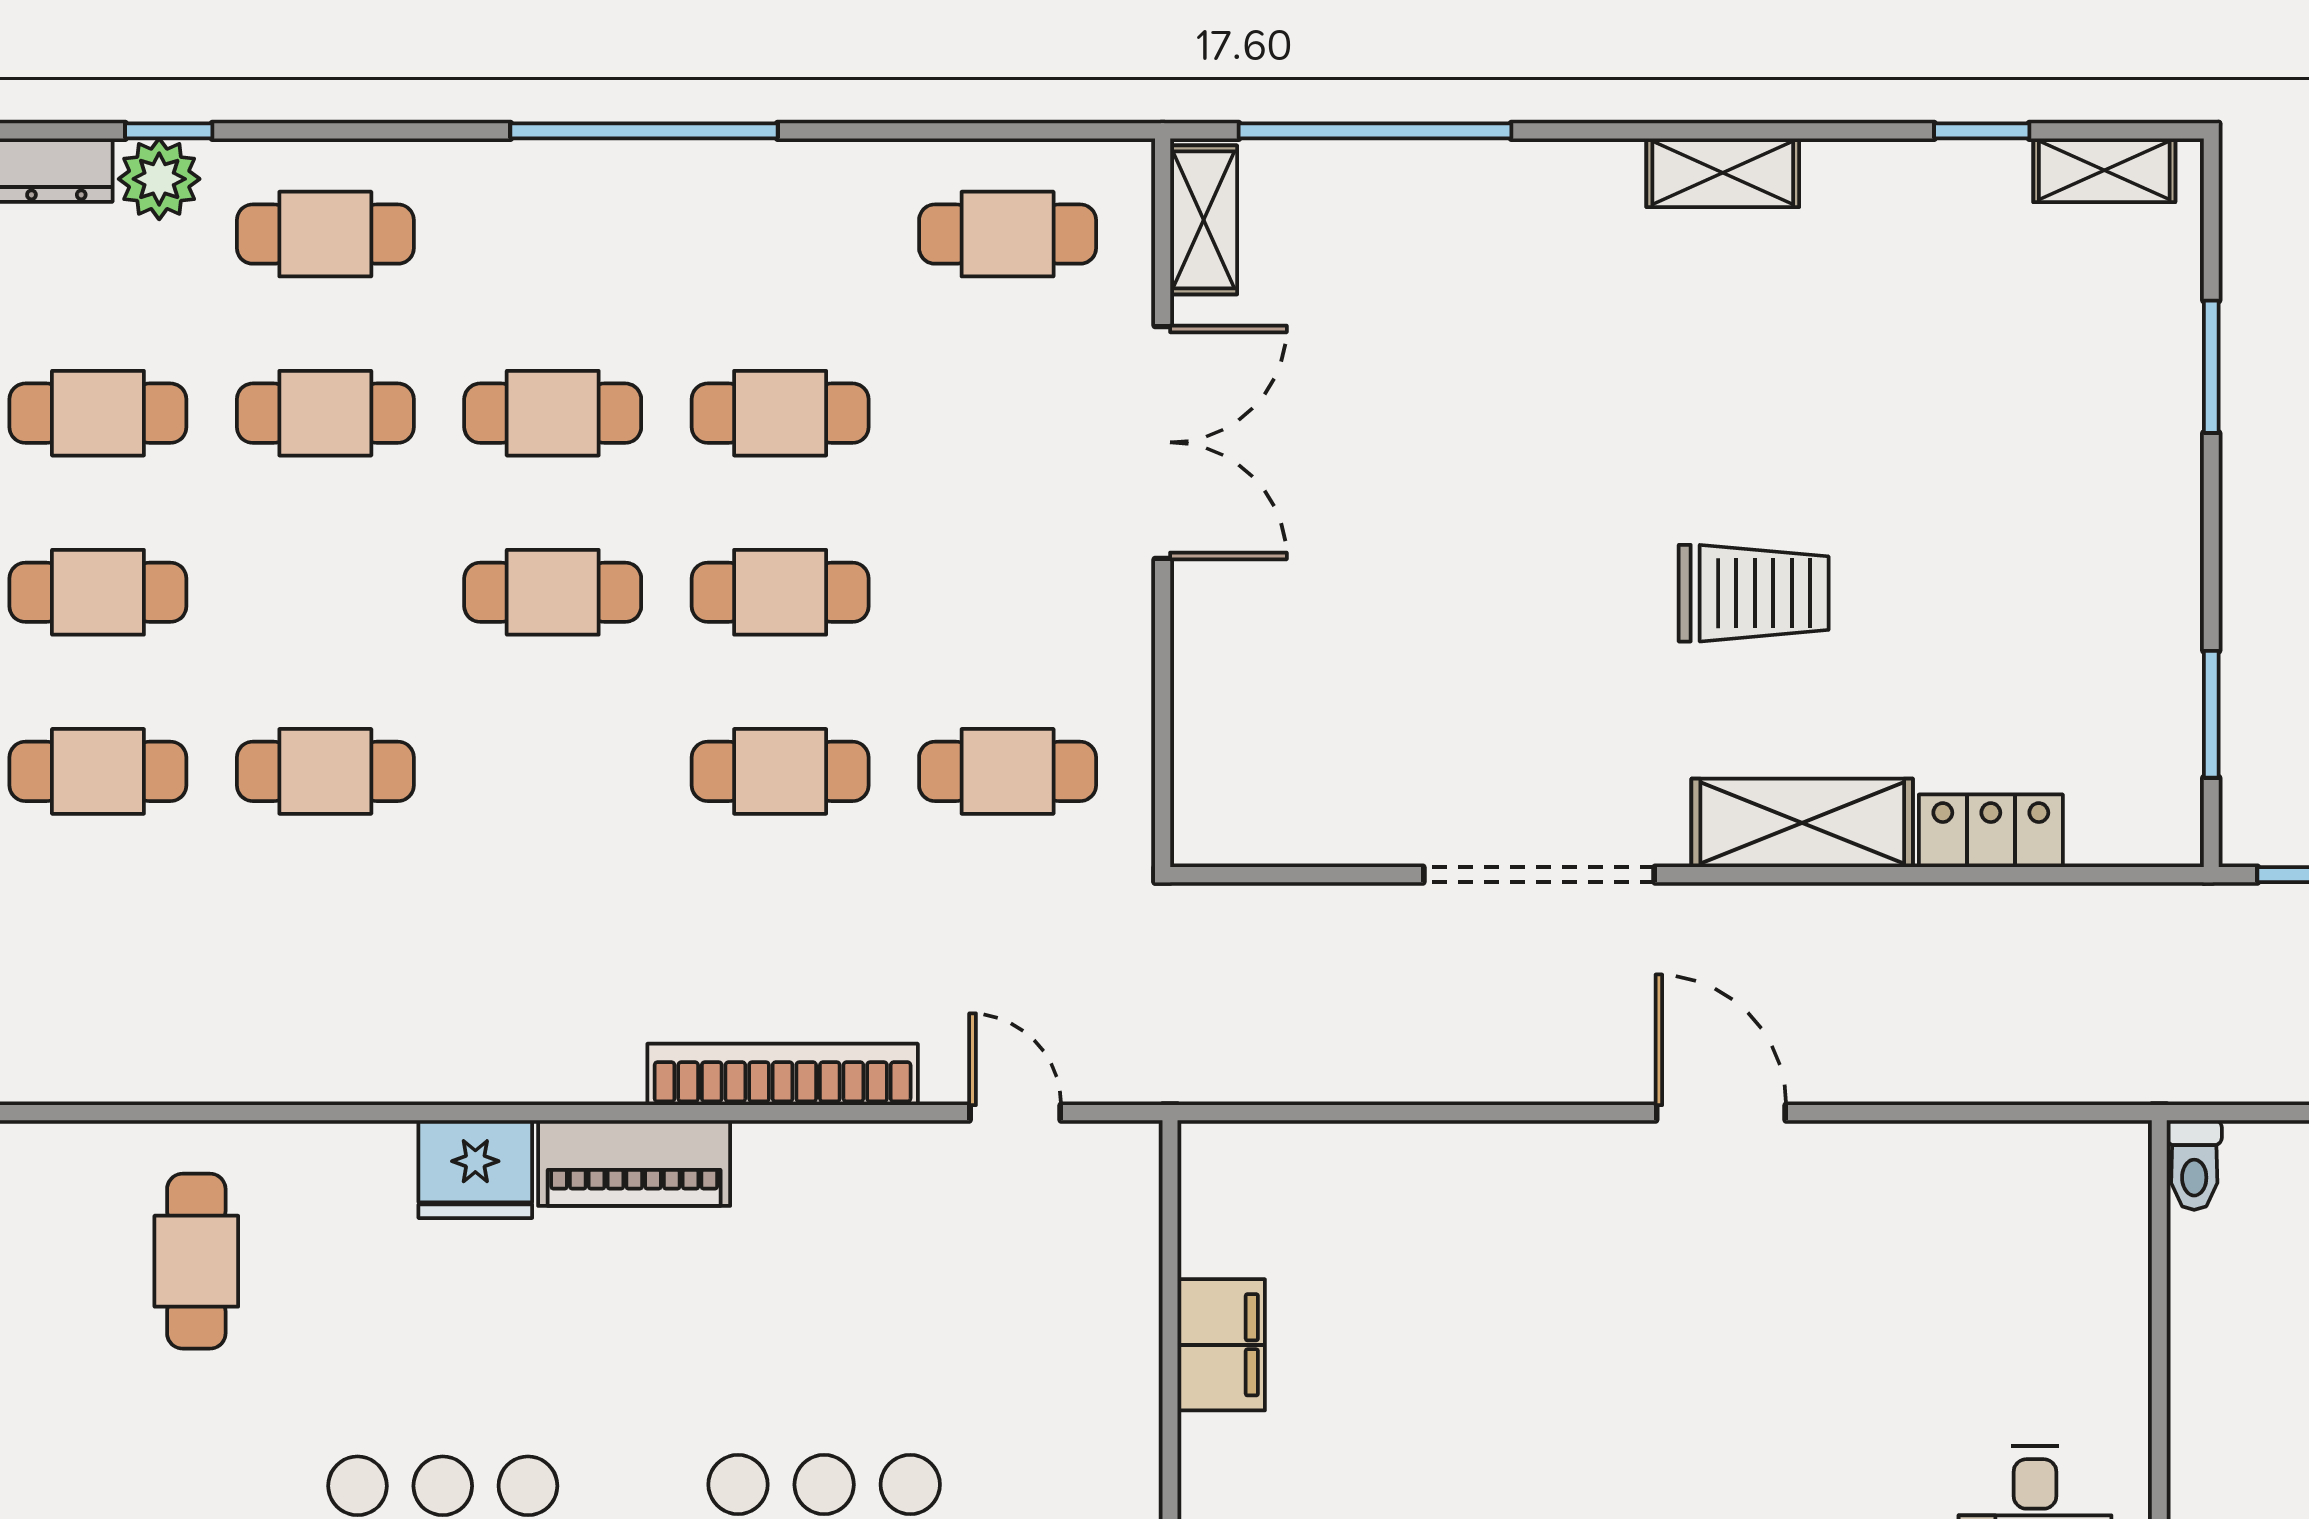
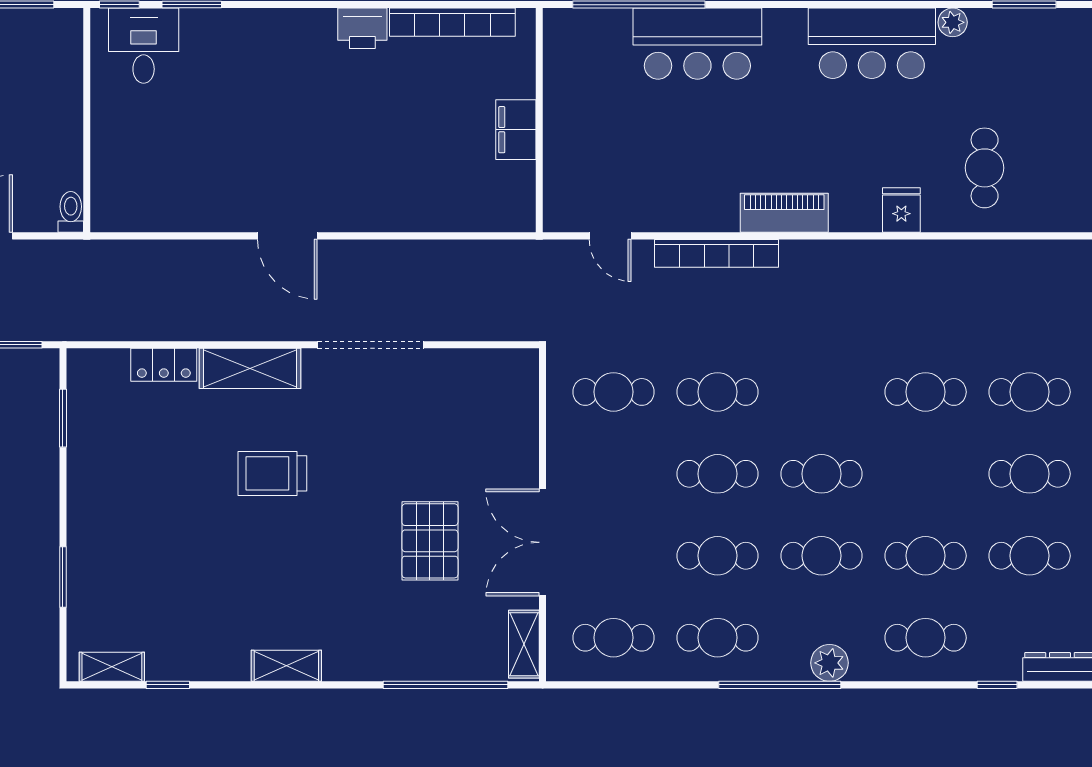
plant: (159, 179) -> (829, 663), moved
cafe table: (780, 234) -> (718, 638), added
pallet: (1409, 446) -> (430, 541), added
fridge: (475, 1169) -> (901, 210), moved, width x0.72

